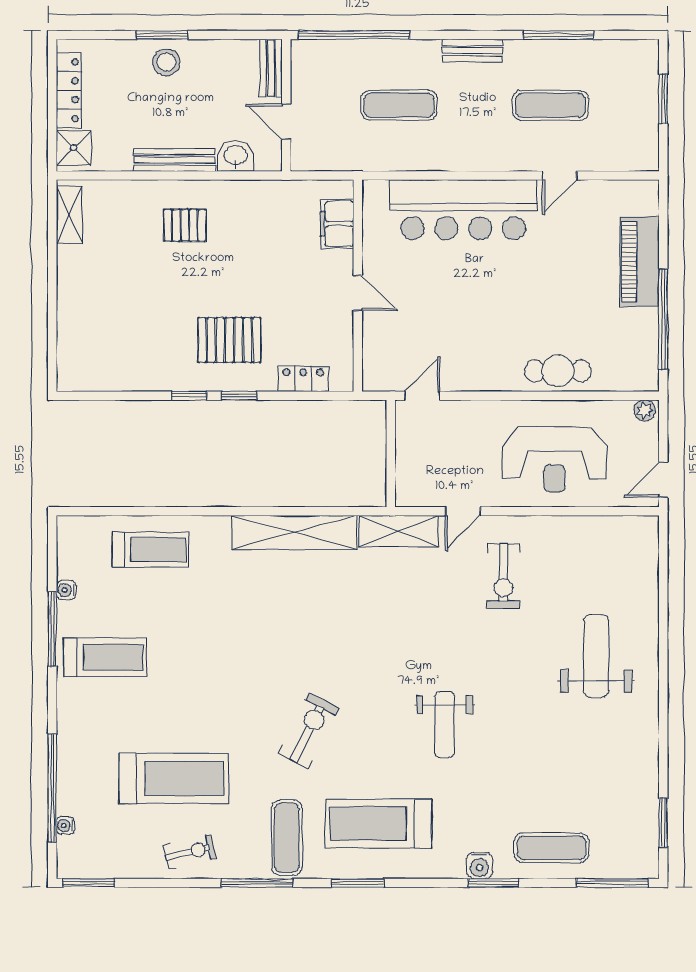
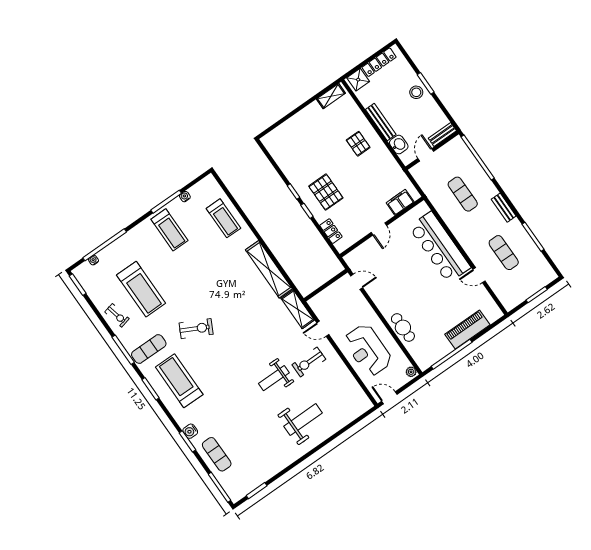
weight bench: (445, 725) -> (274, 378), moved

